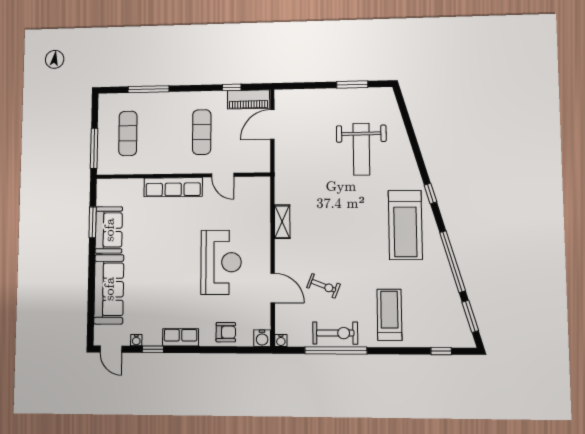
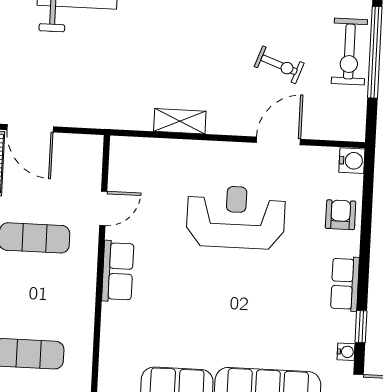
row of seats: (173, 187) -> (118, 271), width x0.68
exercise bike: (323, 286) -> (279, 65), turned 89
exercise bike: (335, 333) -> (349, 52), turned 180
water cooler: (281, 341) -> (357, 133), removed

